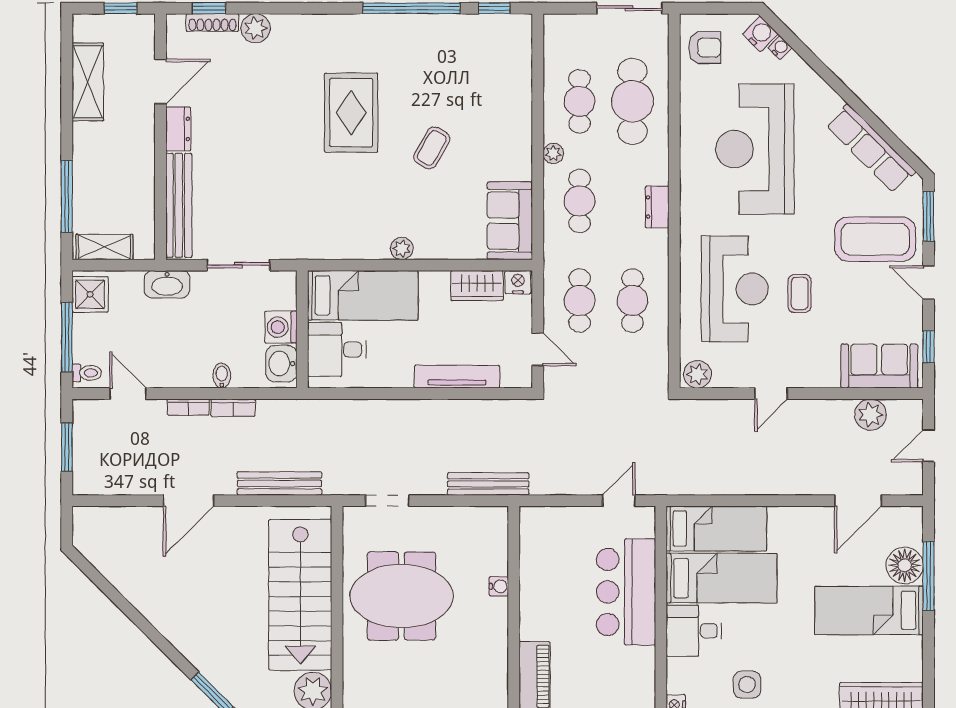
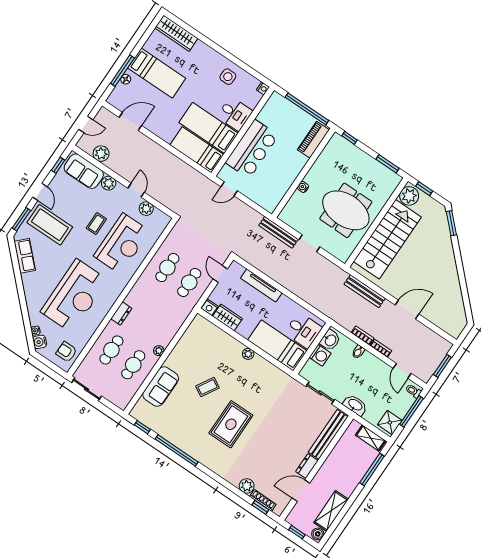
boiler: (84, 29) -> (318, 534), added
cafe table: (632, 101) -> (111, 350), width x0.73, depth x0.74
row of seats: (871, 148) -> (25, 256), width x0.68
cafe table: (580, 201) -> (161, 324), removed
dresser: (657, 207) -> (121, 313), moved
sofa: (510, 221) -> (161, 386), moved
reception desk: (735, 289) -> (122, 244), turned 180
plant: (697, 374) -> (146, 209), moved
plant: (825, 374) -> (109, 183), added
door: (771, 394) -> (136, 190), hinge flipped
doorway: (387, 501) -> (309, 243), moved
floor lamp: (905, 565) -> (126, 79), width x0.53, depth x0.53

